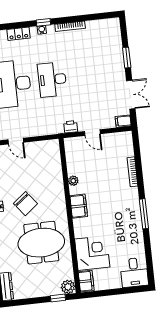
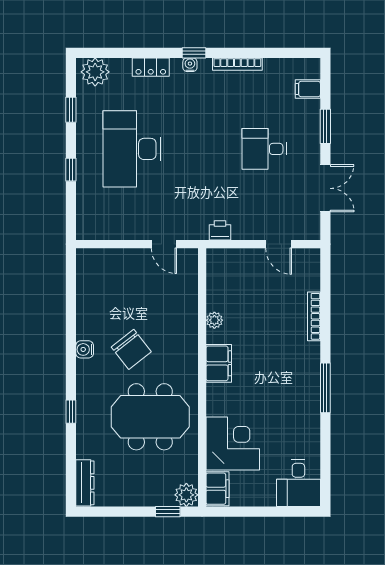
desk: (52, 80) -> (264, 149), moved, width x0.73
filing cabinet: (123, 121) -> (308, 89), moved
door: (92, 133) -> (279, 244), moved
door: (16, 141) -> (164, 244), moved

